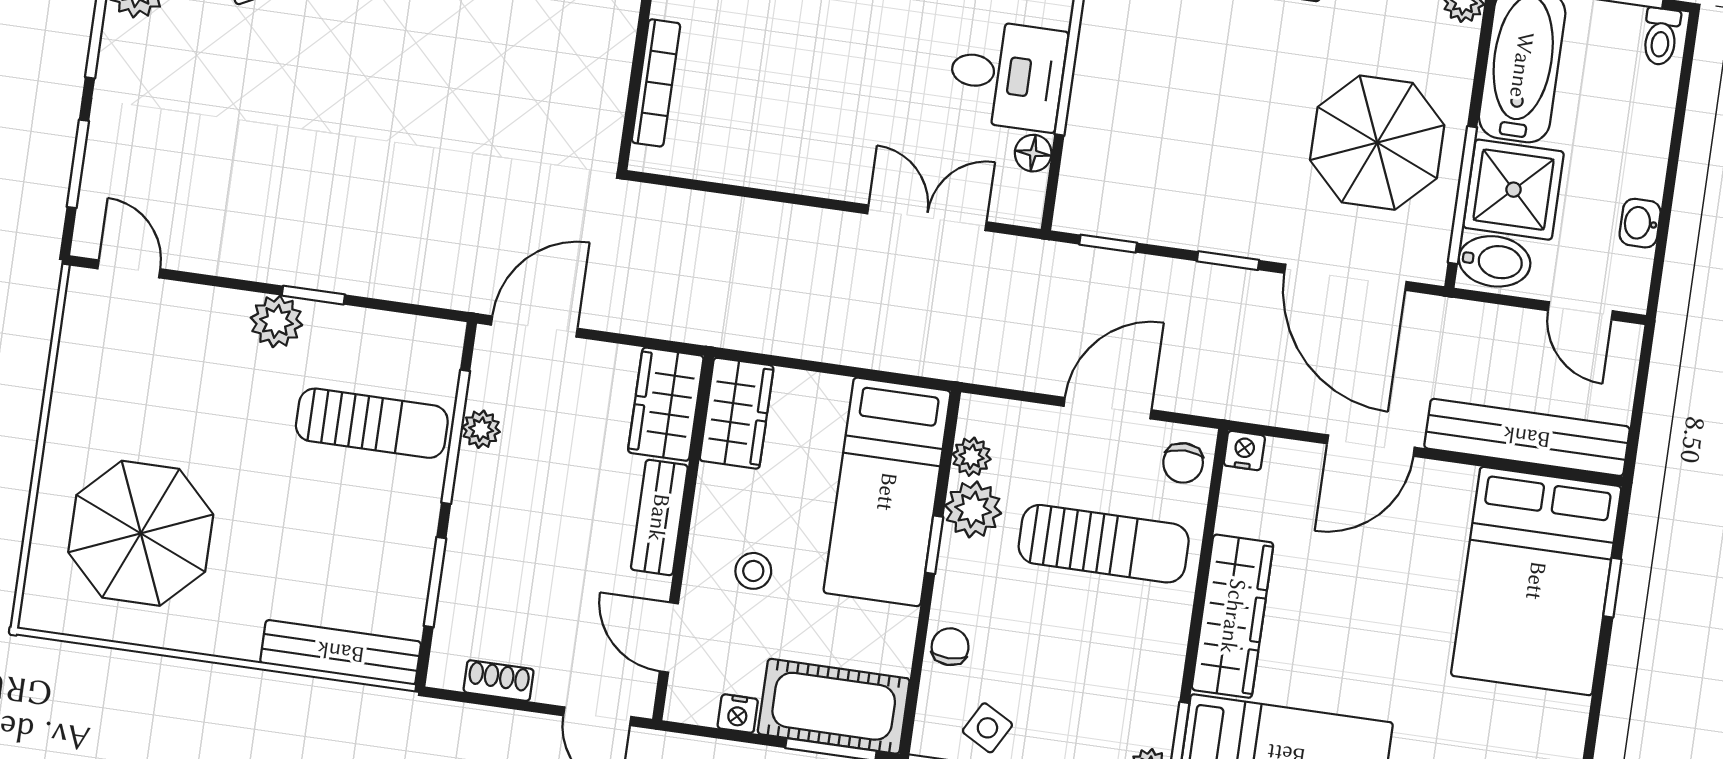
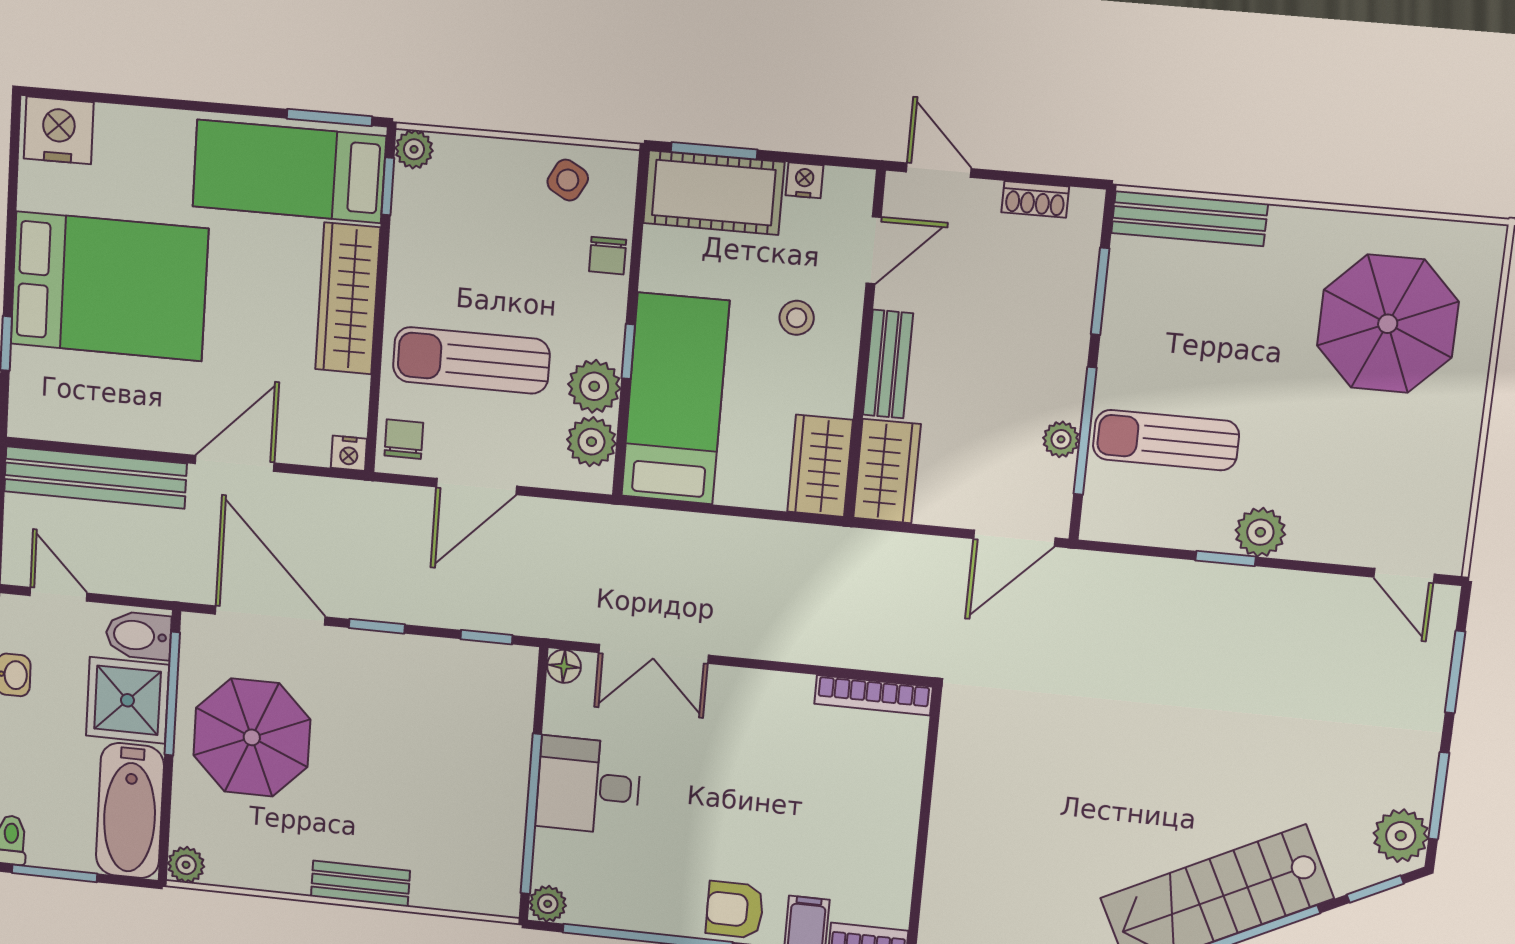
bookcase: (656, 83) -> (873, 695), moved, turned -90
floor lamp: (1033, 153) -> (564, 666), moved
plant: (972, 457) -> (591, 442), width x1.38, depth x1.38
bed: (1536, 581) -> (109, 286), moved, turned 90
door: (669, 637) -> (874, 250), hinge flipped

